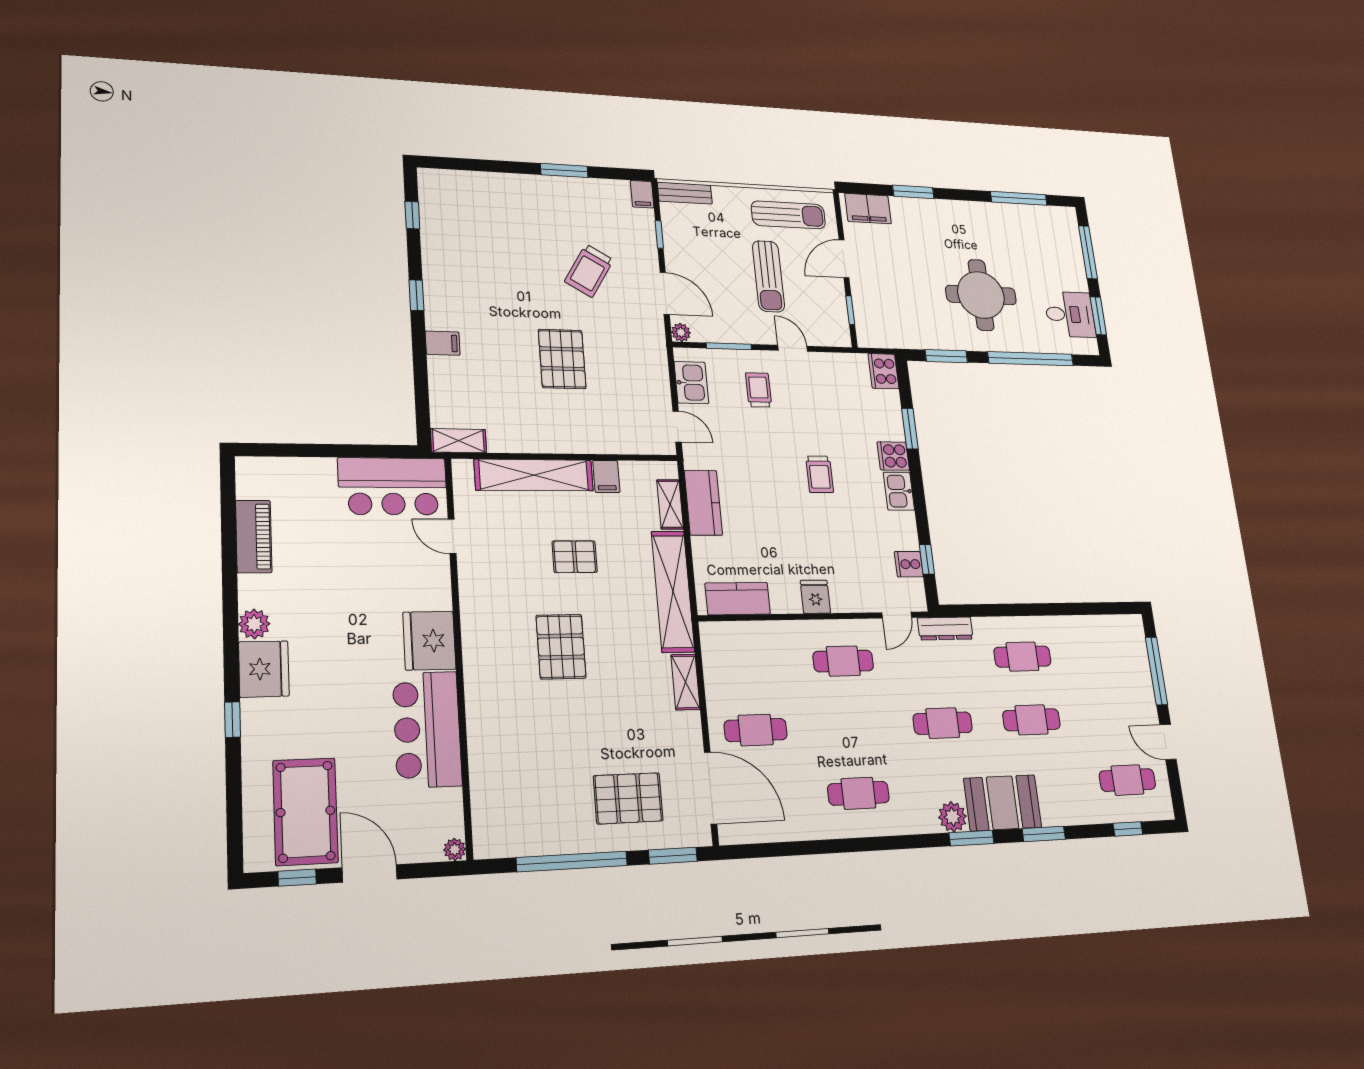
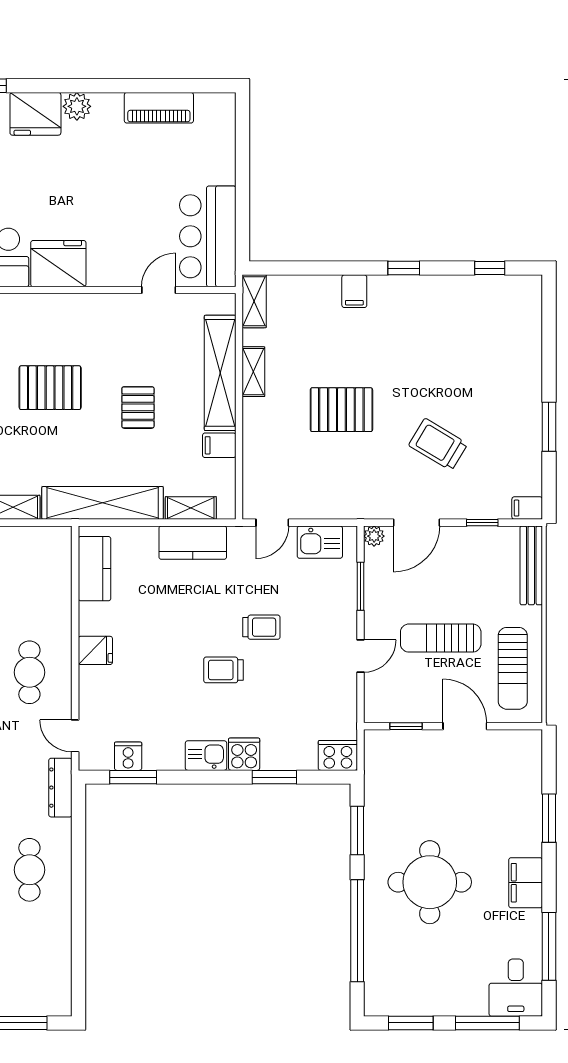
bench: (685, 193) -> (531, 565), width x1.36
filing cabinet: (868, 209) -> (526, 883), moved
desk: (1070, 314) -> (516, 988), moved
trolley: (759, 390) -> (261, 627), moved
shelving: (530, 442) -> (253, 372), added
window: (927, 559) -> (133, 777), width x1.50

